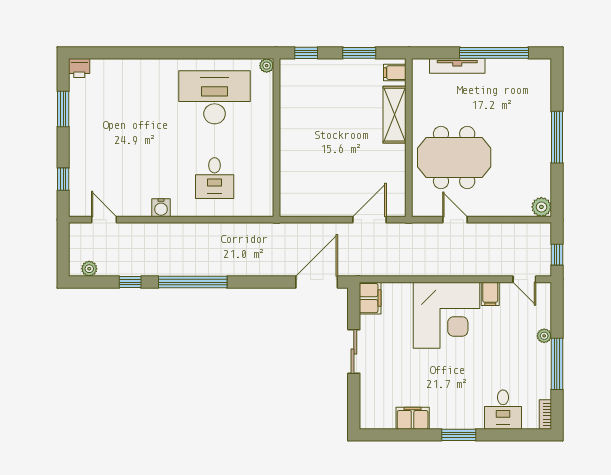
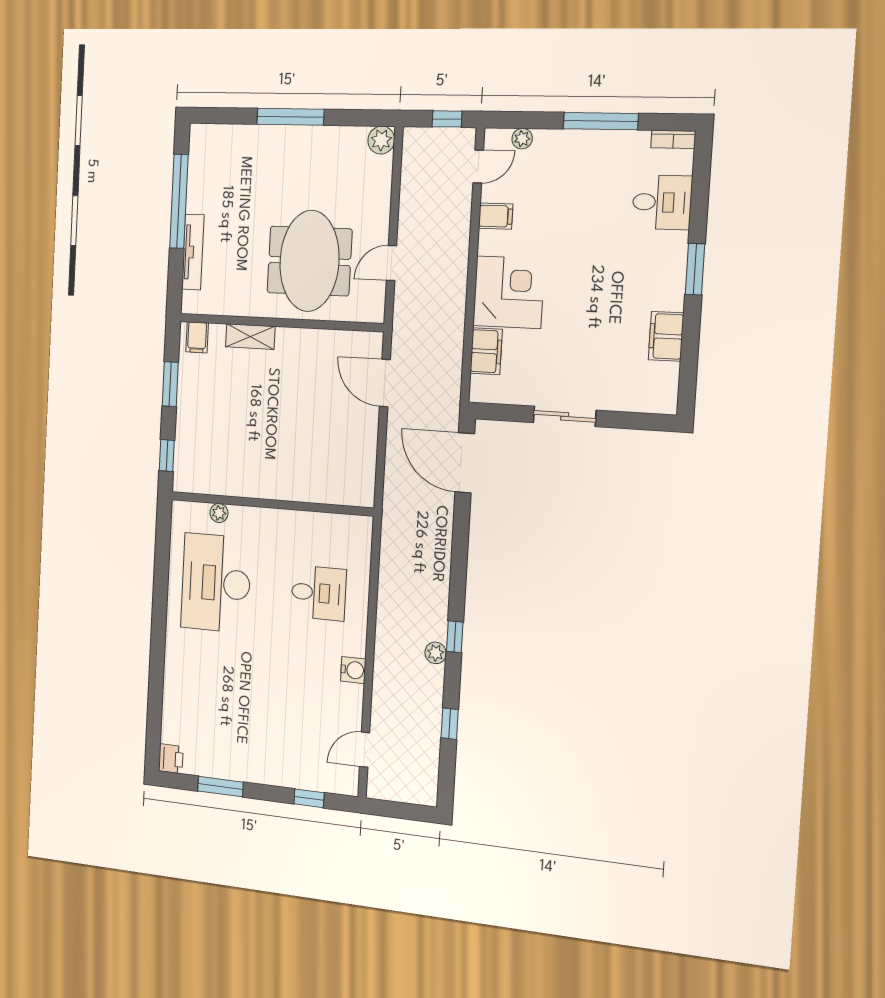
plant: (267, 66) -> (219, 513), moved
shelving: (395, 115) -> (250, 337), width x0.67, depth x0.75
plant: (89, 269) -> (436, 653), moved
window: (193, 282) -> (455, 637), width x0.32
filing cabinet: (370, 298) -> (486, 351), moved, turned 90
corner desk: (447, 315) -> (509, 292), width x0.74, depth x0.74
plant: (544, 336) -> (522, 139), moved

